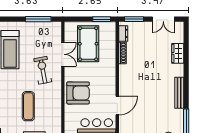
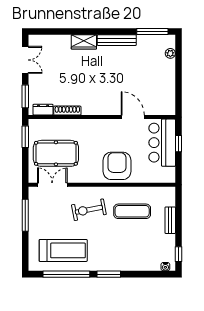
wardrobe: (178, 53) -> (84, 42), moved
double door: (63, 54) -> (52, 185), moved
exercise mat: (28, 106) -> (132, 211), moved

